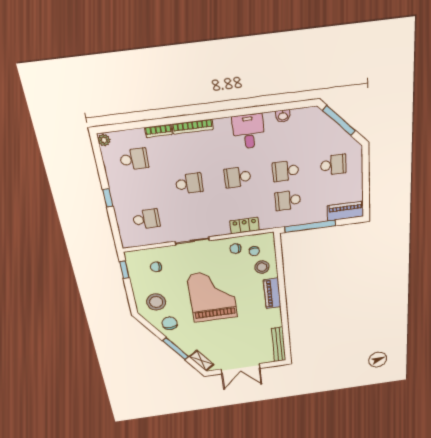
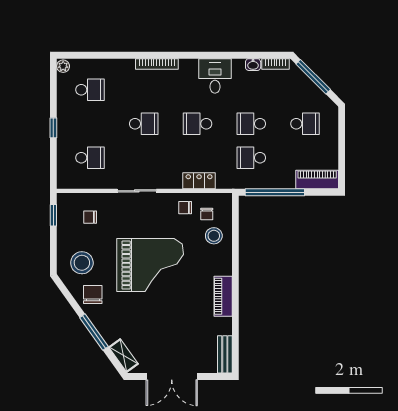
bookcase: (159, 131) -> (275, 64), moved
piano: (272, 293) -> (223, 296), moved
grand piano: (212, 296) -> (150, 265), turned 90
bench: (279, 344) -> (225, 354), width x0.73

